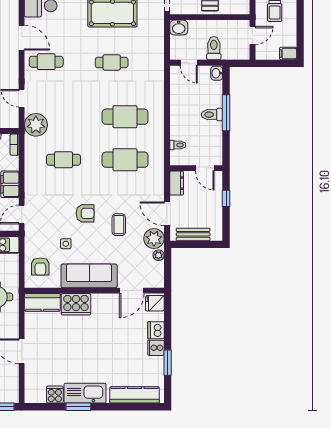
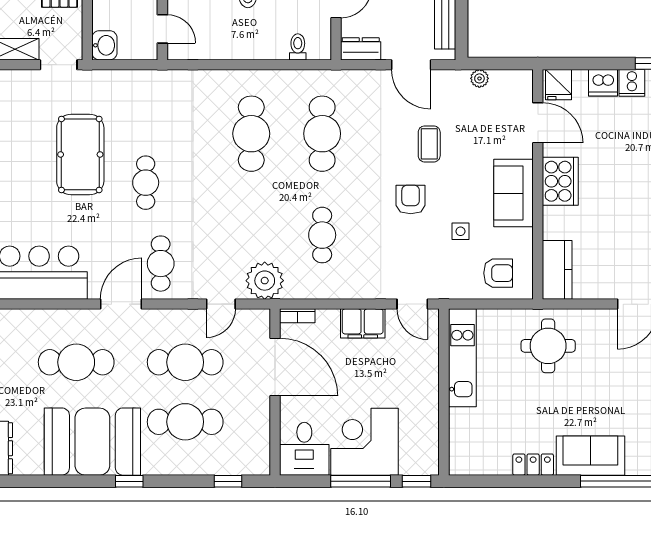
cafe table: (112, 62) -> (146, 183), moved
door: (189, 63) -> (162, 29), hinge flipped
door: (167, 214) -> (411, 65), hinge flipped
coffee table: (119, 225) -> (429, 144), turned 90
plant: (154, 239) -> (452, 86), removed
sofa: (89, 276) -> (513, 193), width x0.73
cooker: (76, 304) -> (560, 181), moved

